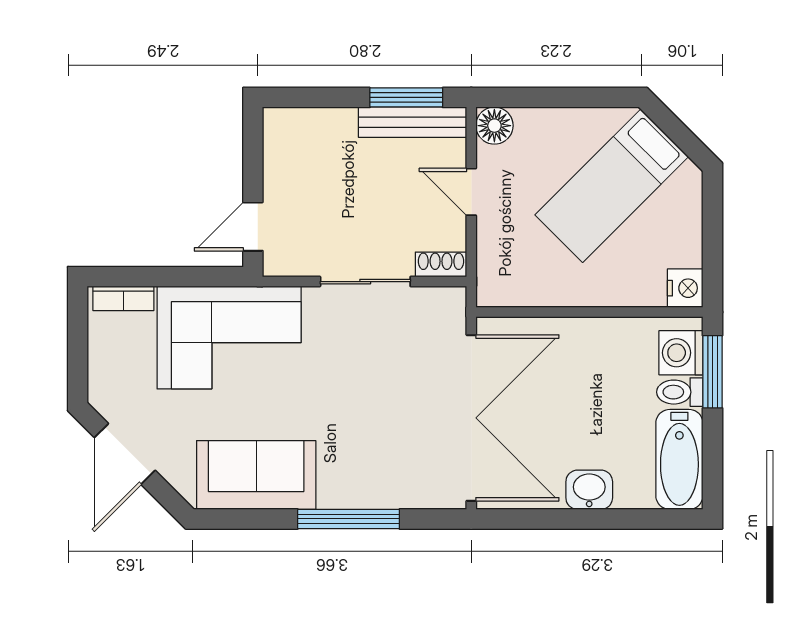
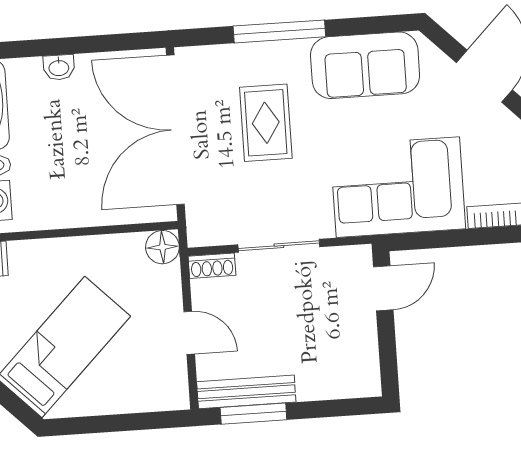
floor lamp: (494, 126) -> (162, 247), moved
rug: (371, 419) -> (266, 123), added
washbasin: (589, 490) -> (59, 67), width x0.72, depth x0.69

